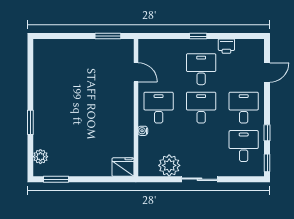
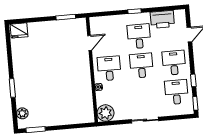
printer: (226, 46) -> (162, 19), width x1.87, depth x1.48
door: (136, 72) -> (90, 43), hinge flipped
plant: (169, 165) -> (106, 113), moved
fridge: (123, 167) -> (19, 30), moved, turned 180

